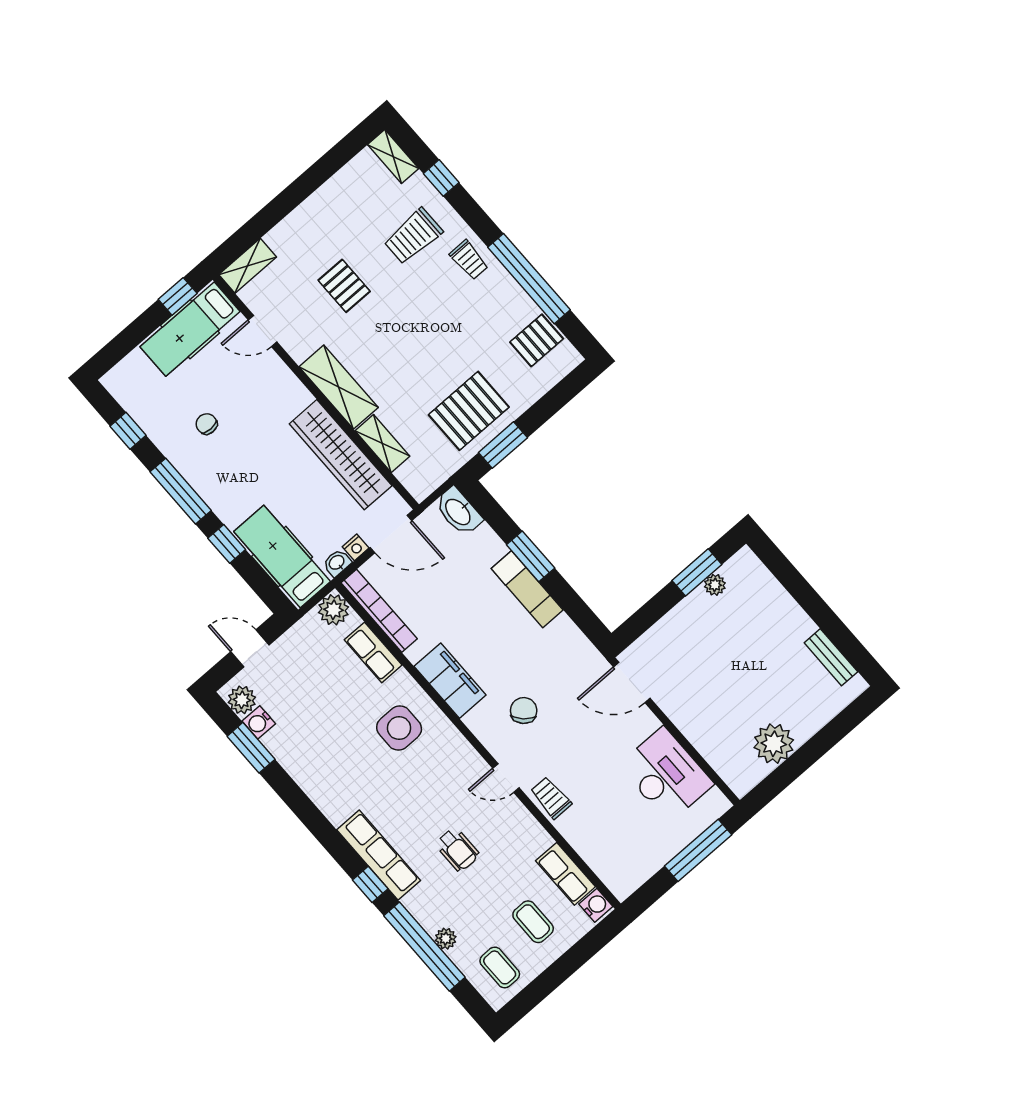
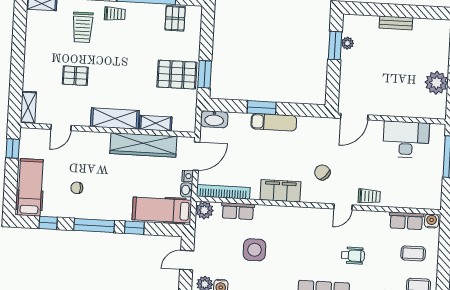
hospital bed: (190, 329) -> (30, 187), moved, turned 180
pallet: (469, 411) -> (177, 75), turned 90
bench: (831, 657) -> (396, 23), moved
side table: (399, 728) -> (254, 250), moved
trolley: (551, 798) -> (369, 196), turned 180

